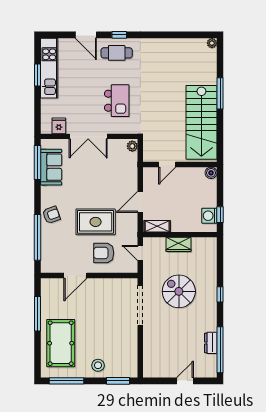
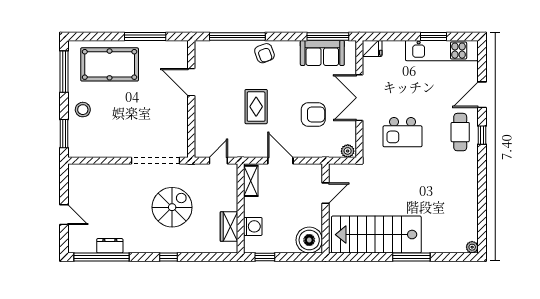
fridge: (59, 126) -> (372, 48), moved
door: (167, 164) -> (325, 193), swing flipped
boiler: (211, 173) -> (309, 240), width x1.86, depth x1.86
washing machine: (209, 216) -> (253, 226), moved, turned 90
rug: (96, 222) -> (256, 107), width x0.73, depth x0.70
wardrobe: (178, 244) -> (229, 227), moved
armchair: (104, 253) -> (313, 114), moved, turned 90

